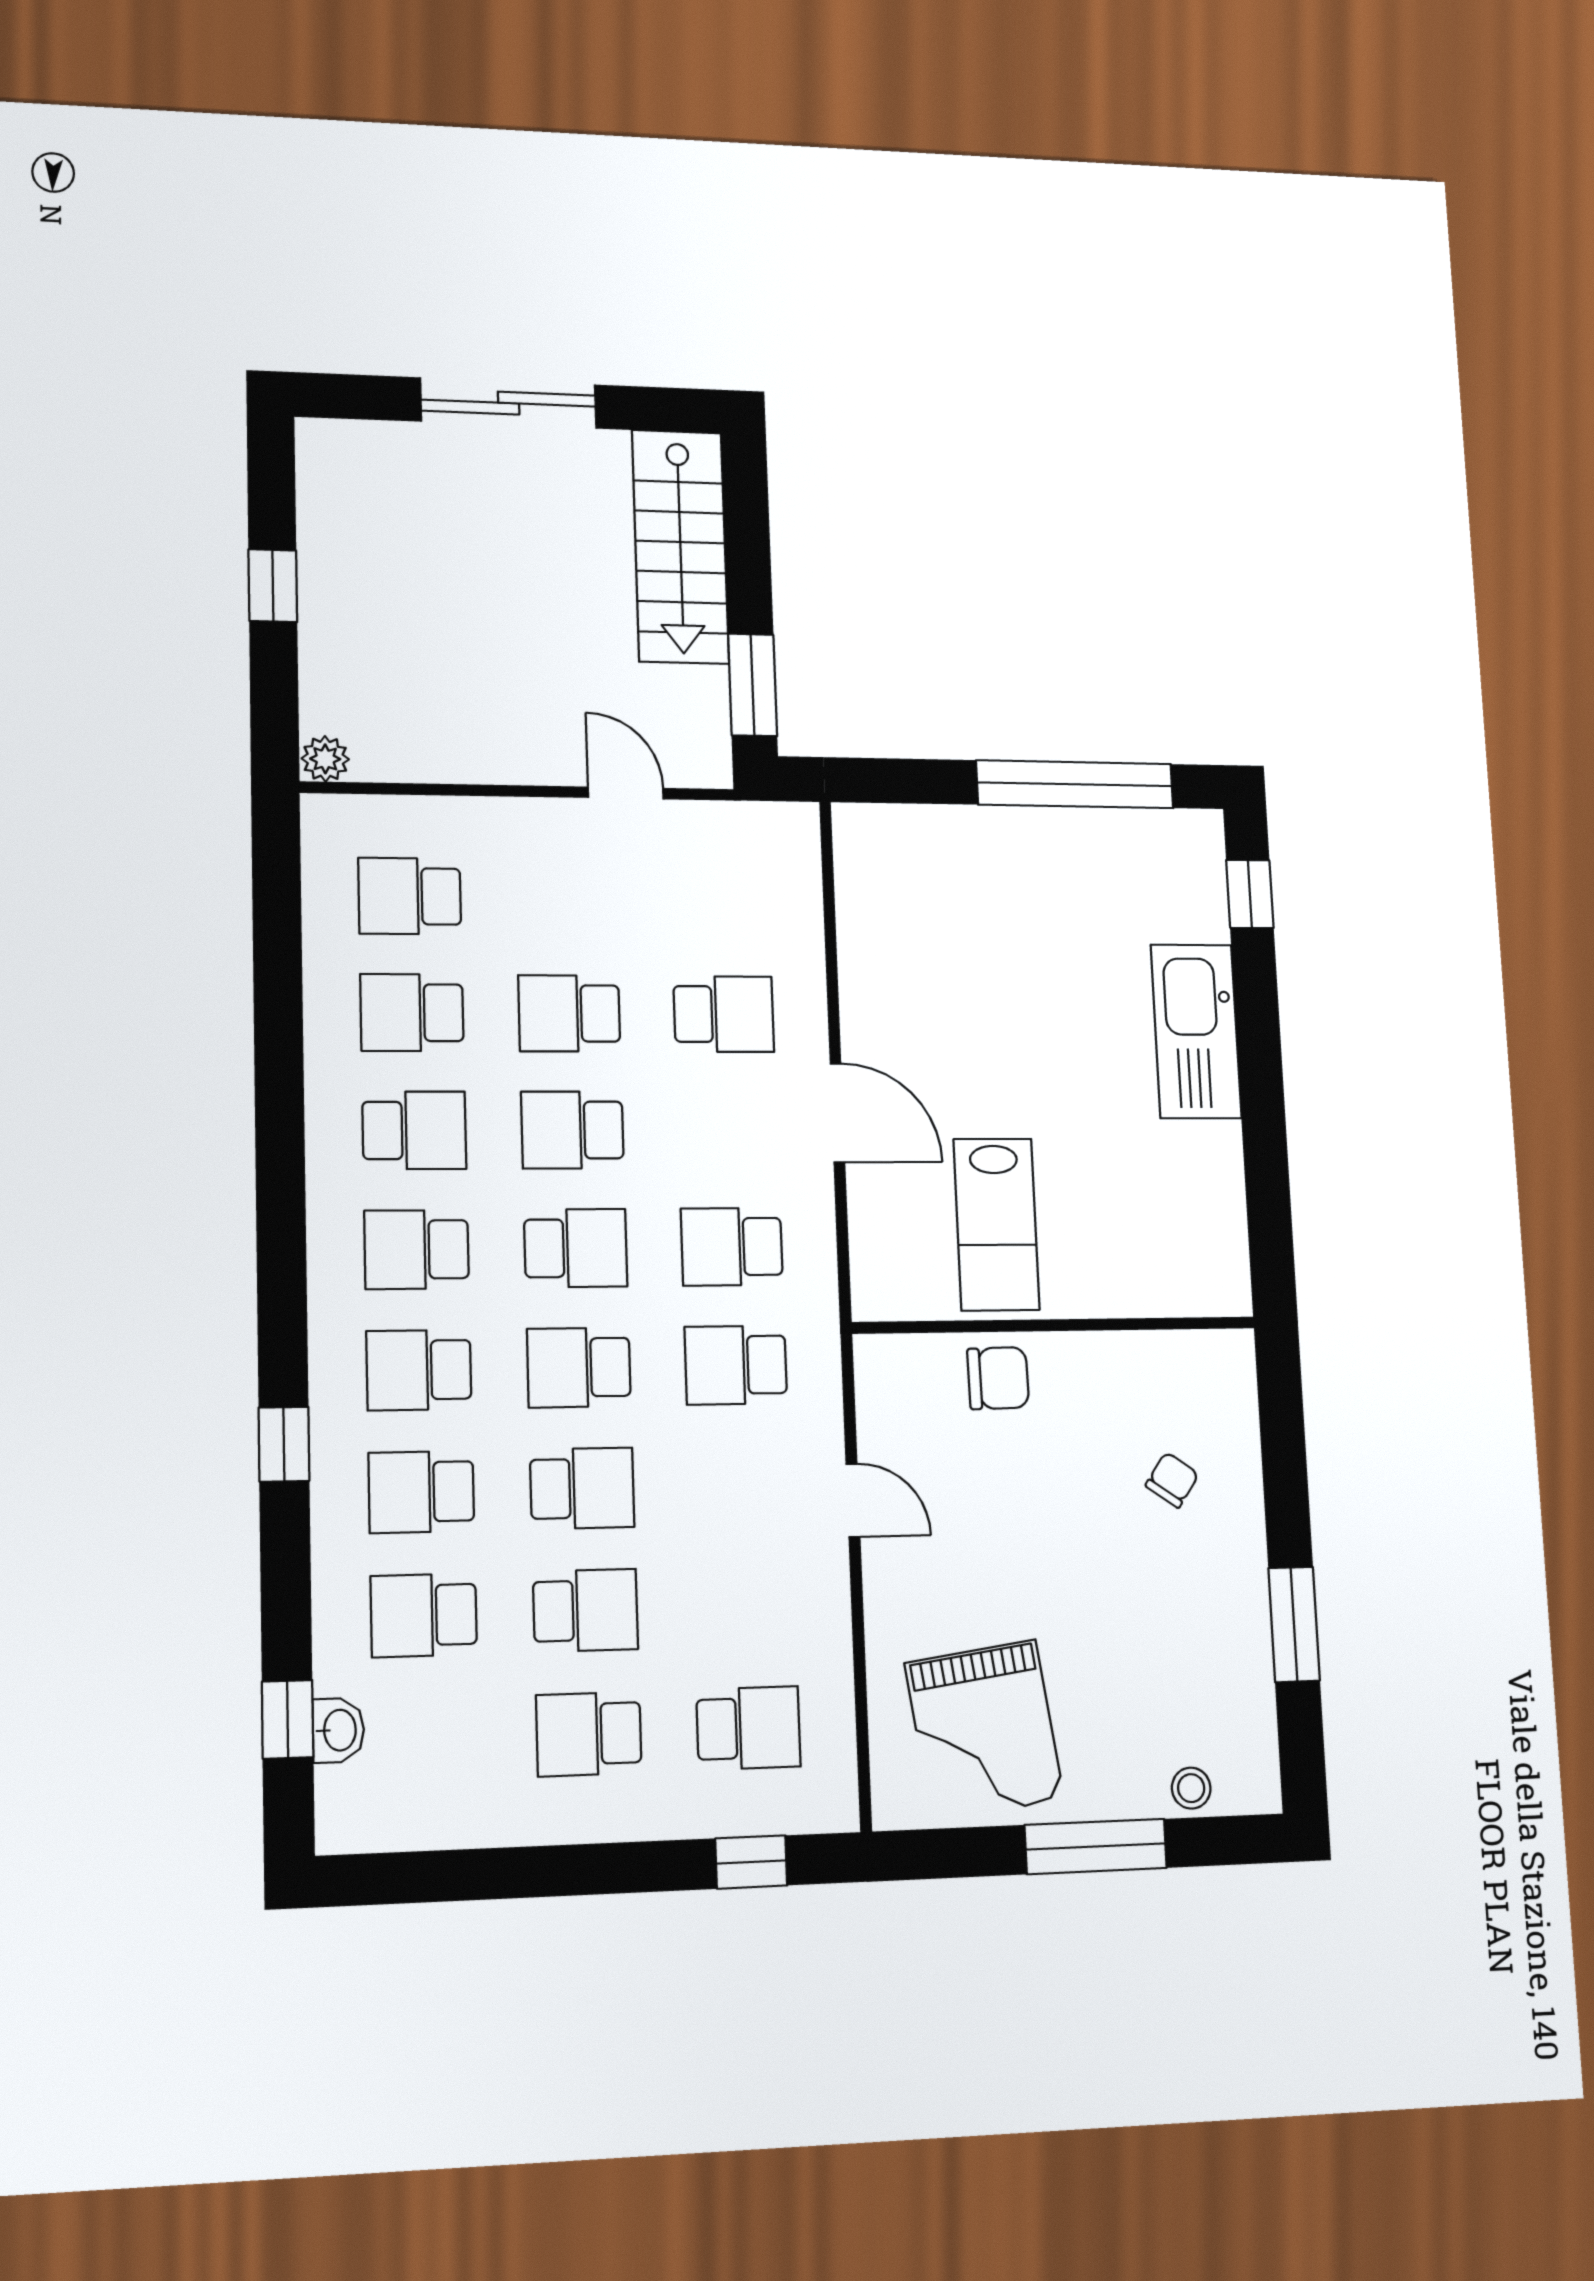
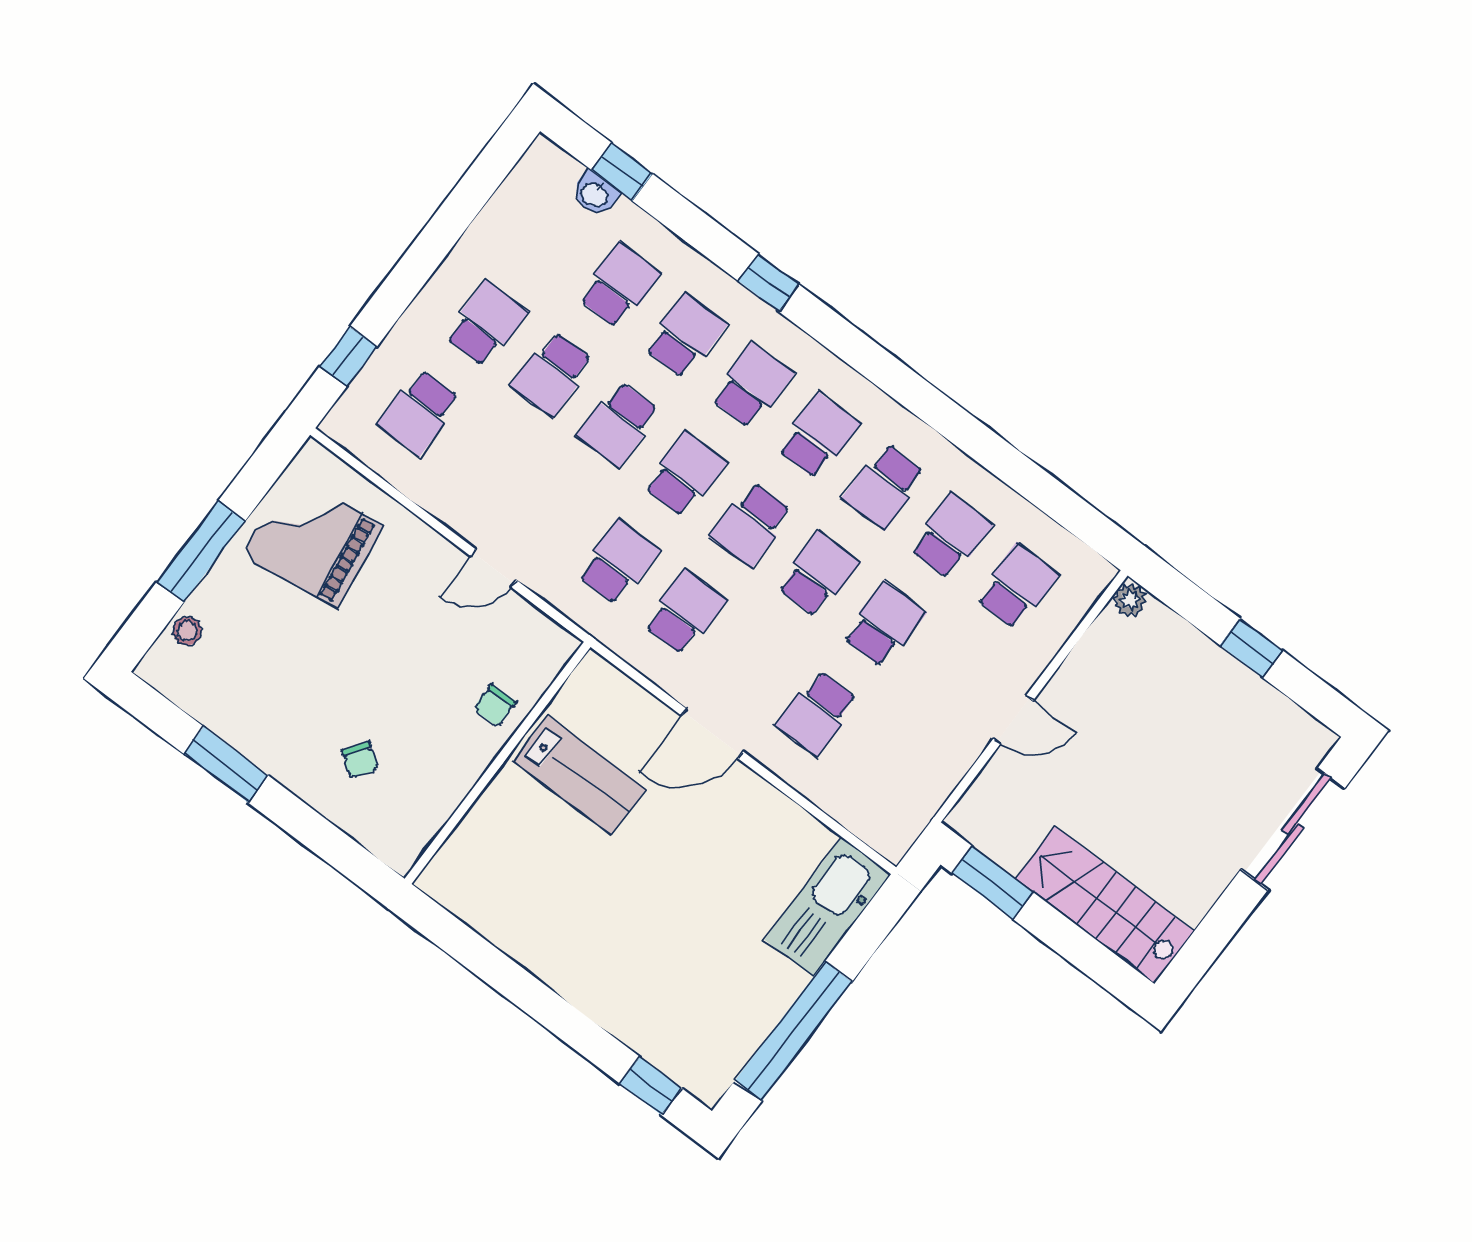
sliding door: (509, 403) -> (1293, 829), moved
door: (626, 793) -> (1013, 720), moved
kitchen sink: (1196, 1031) -> (828, 907), moved, turned -90
lab bench: (996, 1224) -> (580, 775), turned 180
chair: (998, 1378) -> (495, 705), width x0.73, depth x0.73

